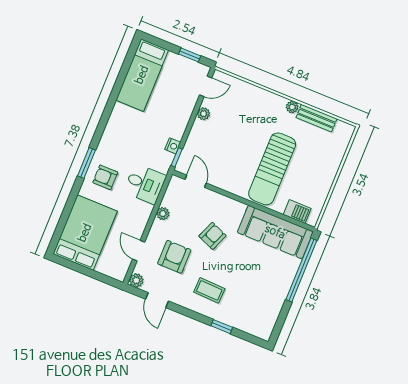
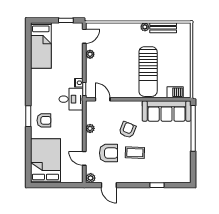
armchair: (105, 177) -> (44, 120), turned 180
desk: (145, 184) -> (71, 99), moved
armchair: (174, 257) -> (109, 153), turned 90
coffee table: (209, 290) -> (135, 153), moved

